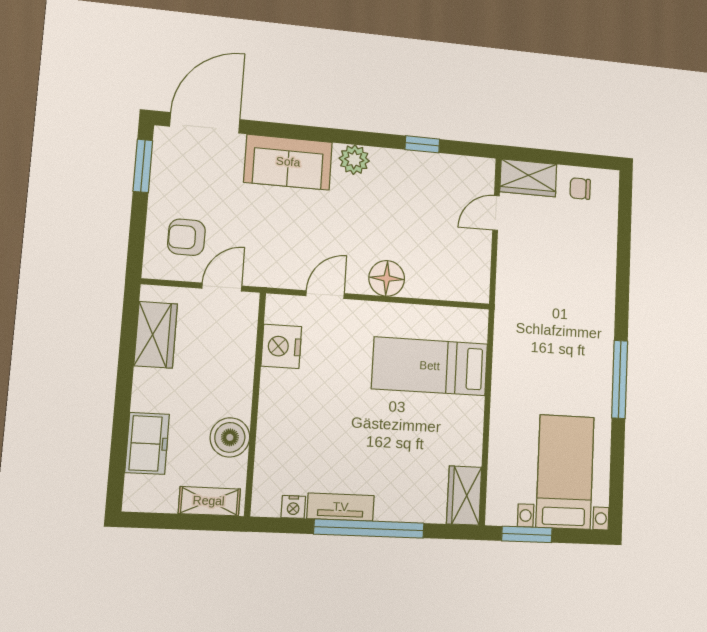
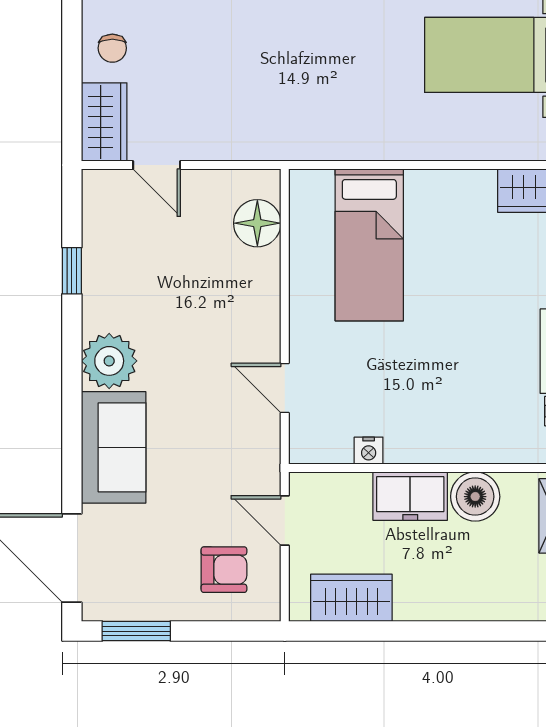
plant: (354, 160) -> (109, 361), width x1.36, depth x1.36
armchair: (186, 237) -> (224, 570), turned -90
floor lamp: (387, 278) -> (257, 223), moved
nightstand: (281, 346) -> (369, 451), width x0.53, depth x0.56
freezer: (147, 443) -> (410, 496), moved, turned 180

